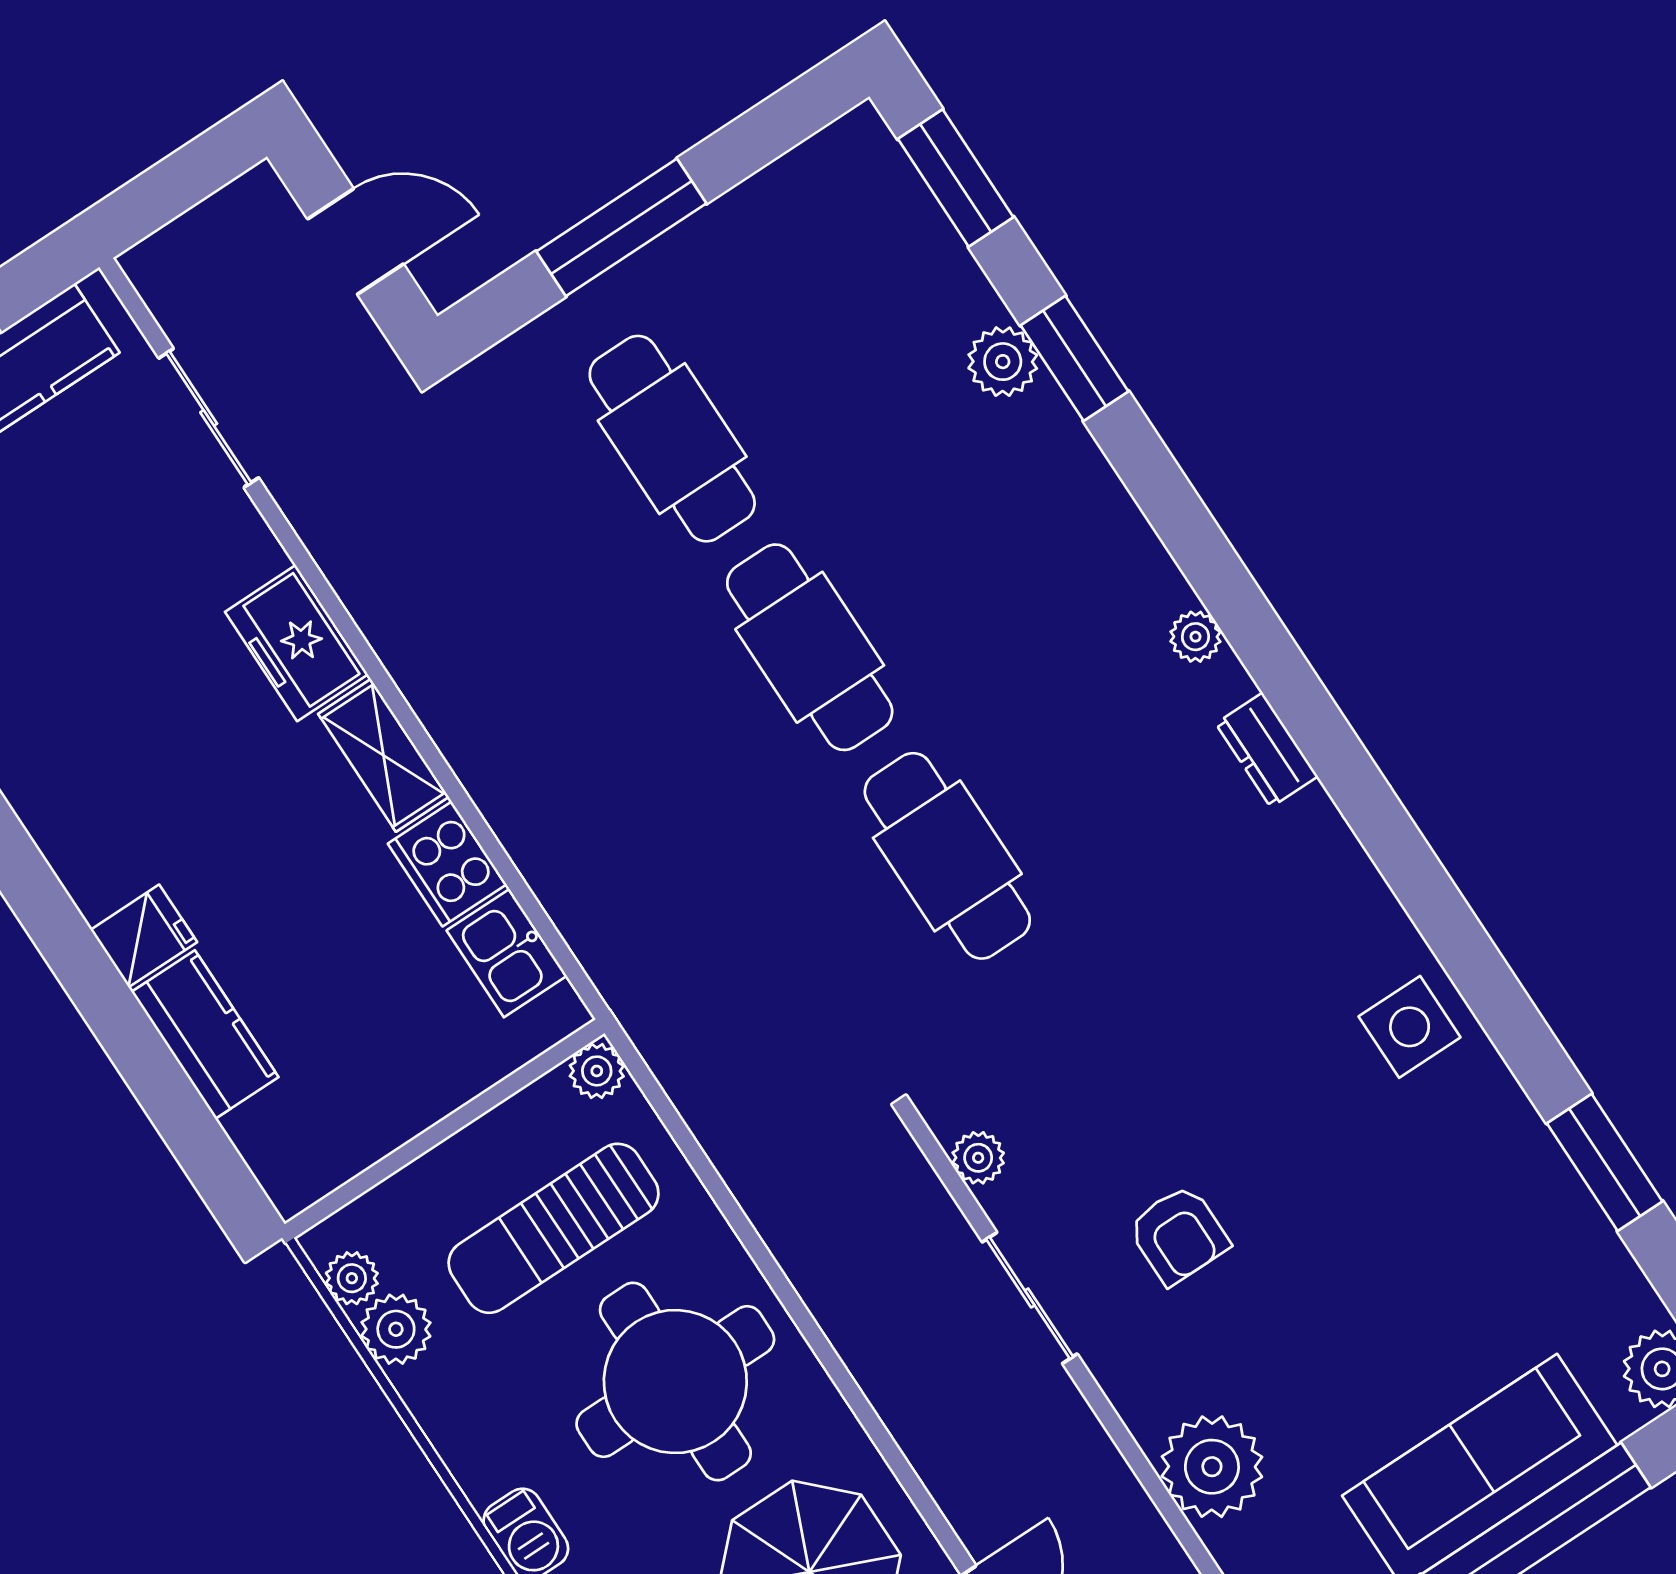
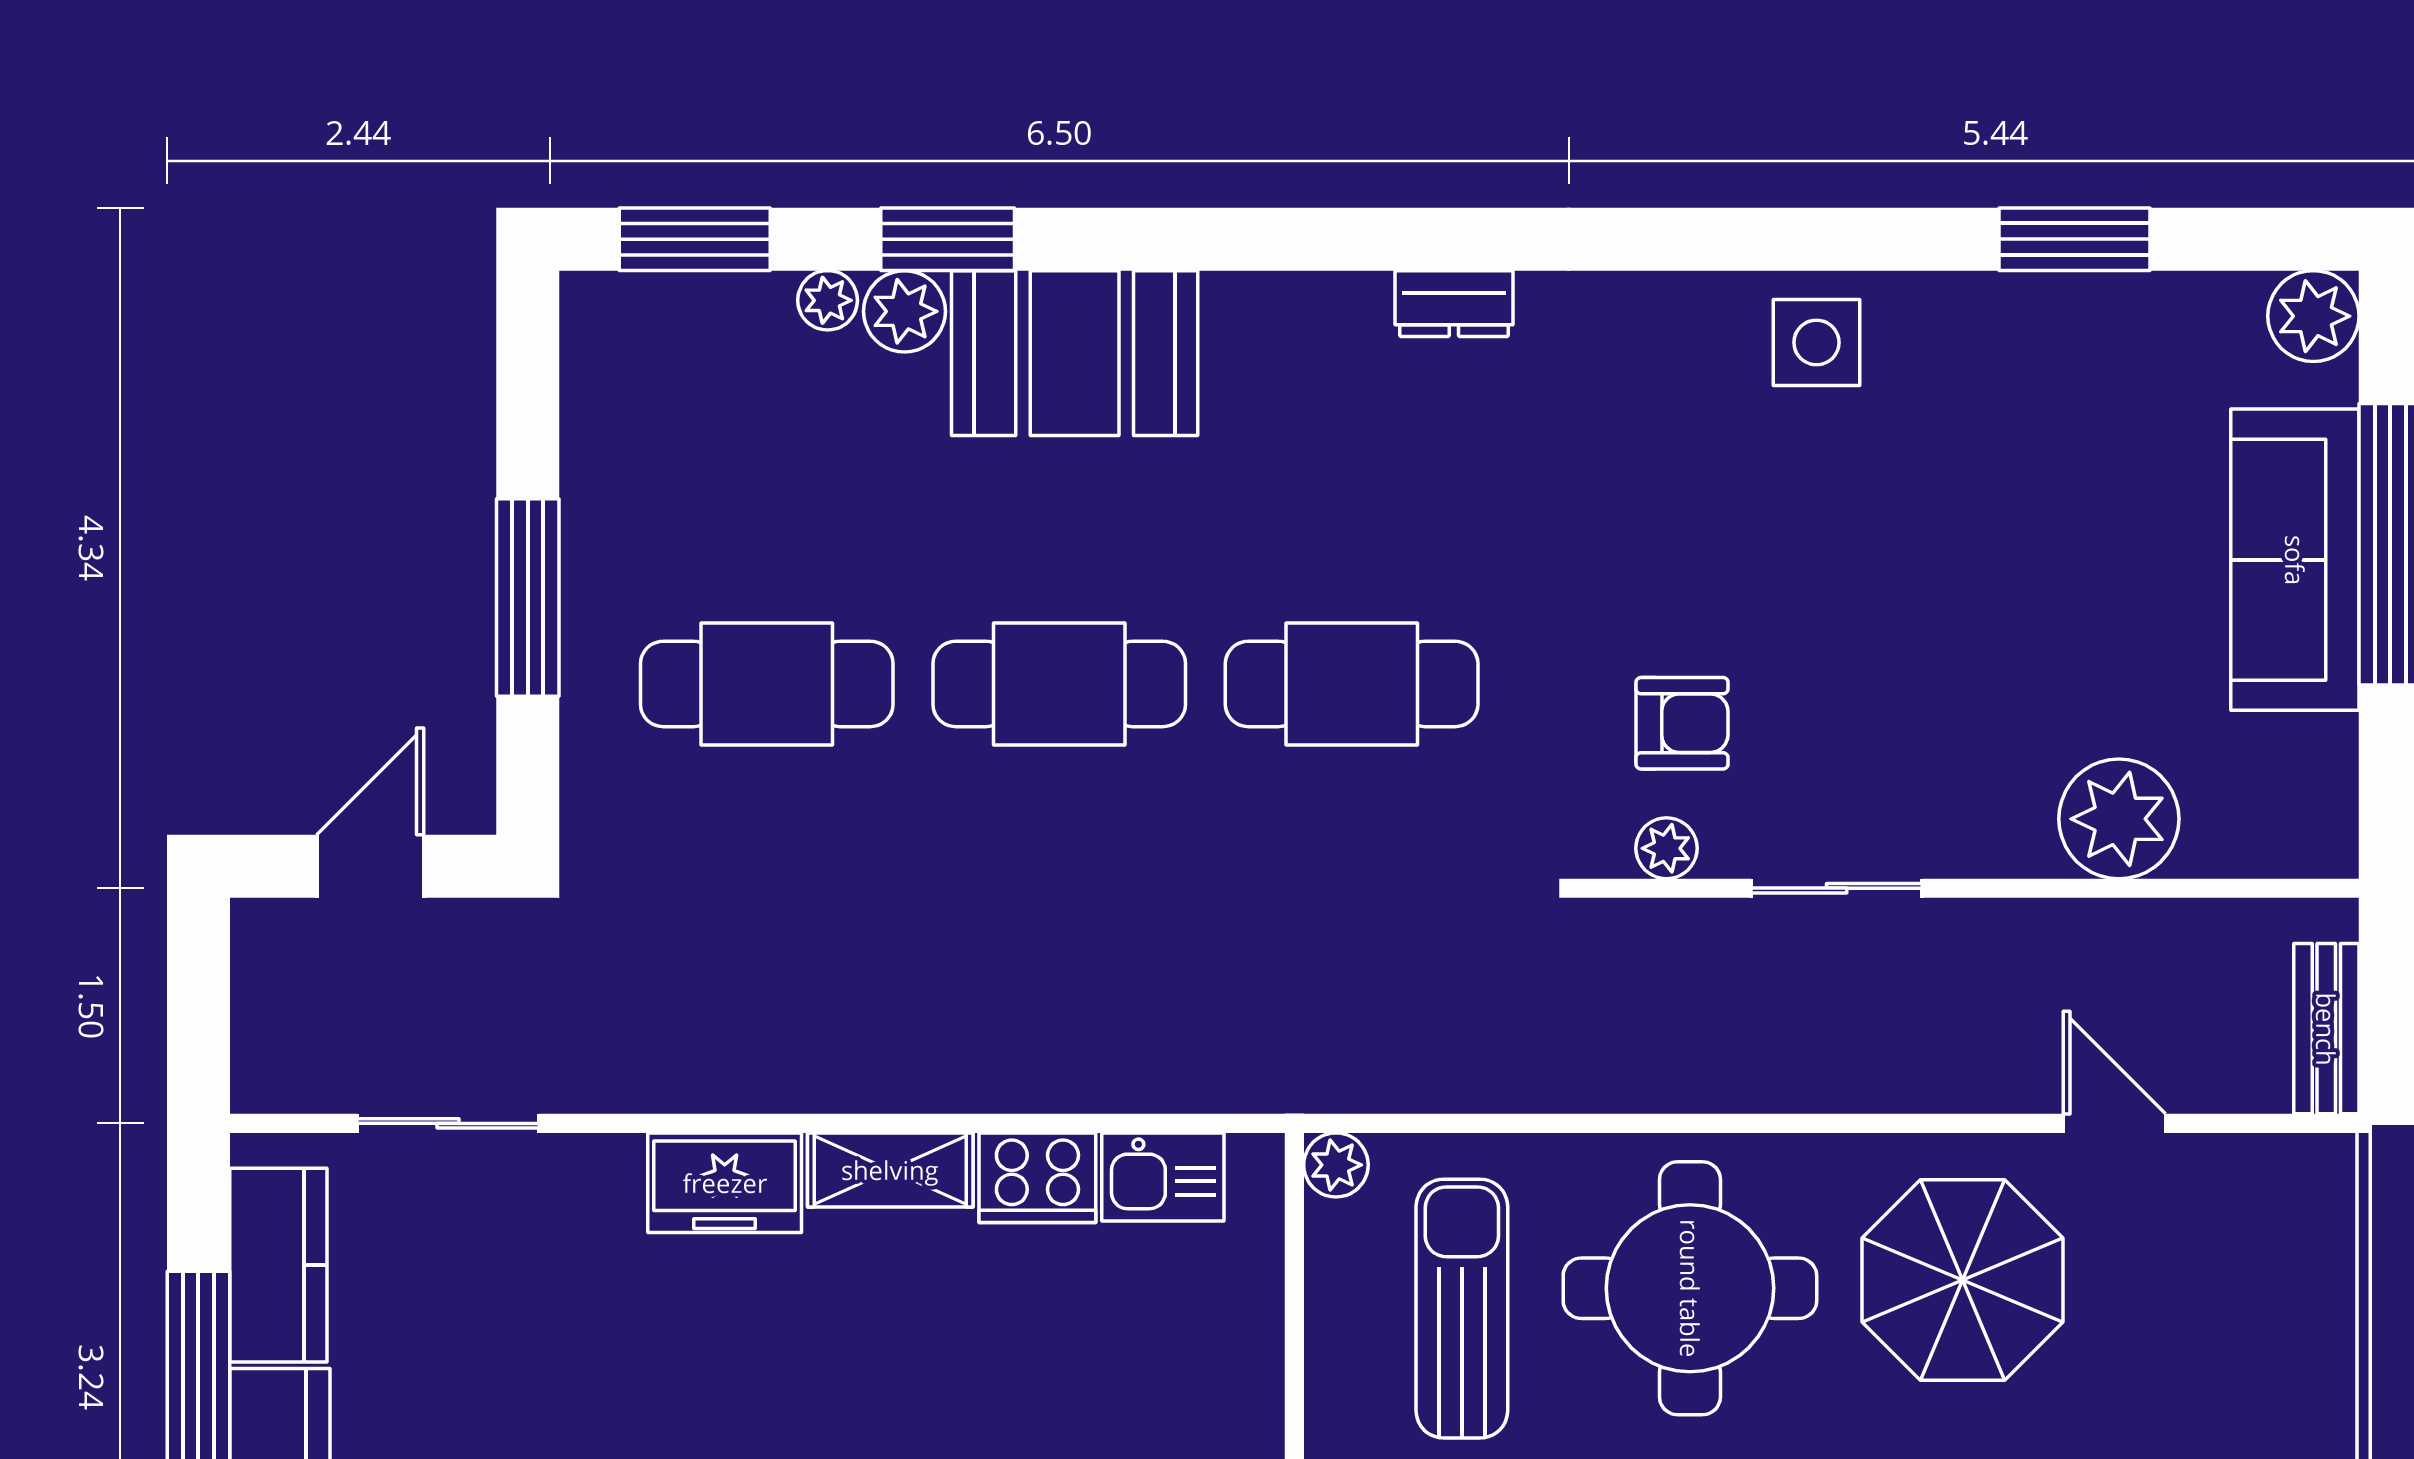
booth: (1053, 503) -> (1075, 353), added
plant: (1195, 637) -> (828, 300), moved
sun lounger: (554, 1228) -> (1462, 1309), turned 180
armchair: (1179, 1235) -> (1682, 723), moved

